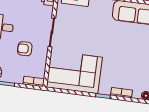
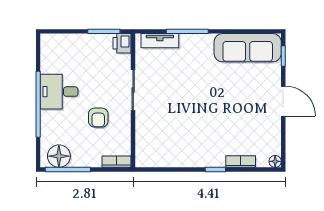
armchair: (25, 49) -> (98, 118), turned -90
corner sofa: (74, 72) -> (171, 142), removed

